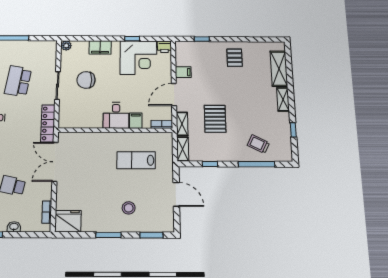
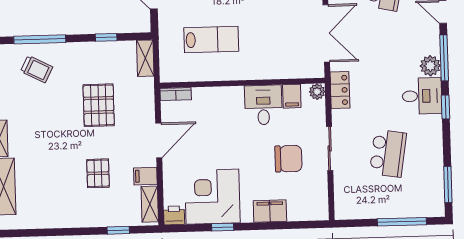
plant: (66, 46) -> (317, 92), moved
pallet: (235, 58) -> (98, 173), moved
desk: (116, 115) -> (263, 105), moved
filing cabinet: (136, 121) -> (292, 96), moved
locker: (48, 123) -> (340, 90), width x0.66
shelving: (182, 124) -> (150, 204), moved

